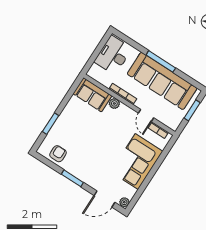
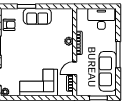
sofa: (162, 81) -> (108, 71), width x0.74, depth x0.79
sofa: (92, 95) -> (37, 16), moved, turned -90

